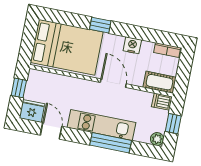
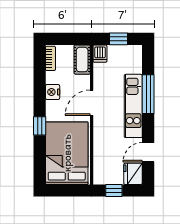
plant: (157, 139) -> (136, 51), removed

